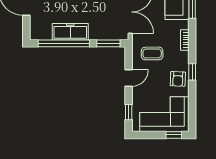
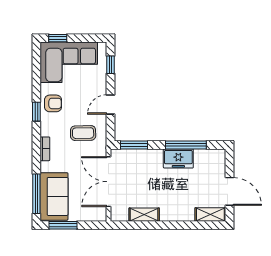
freezer: (70, 32) -> (178, 158), width x0.71
window: (64, 43) -> (186, 145), width x0.68
armchair: (178, 79) -> (53, 103), turned 87

